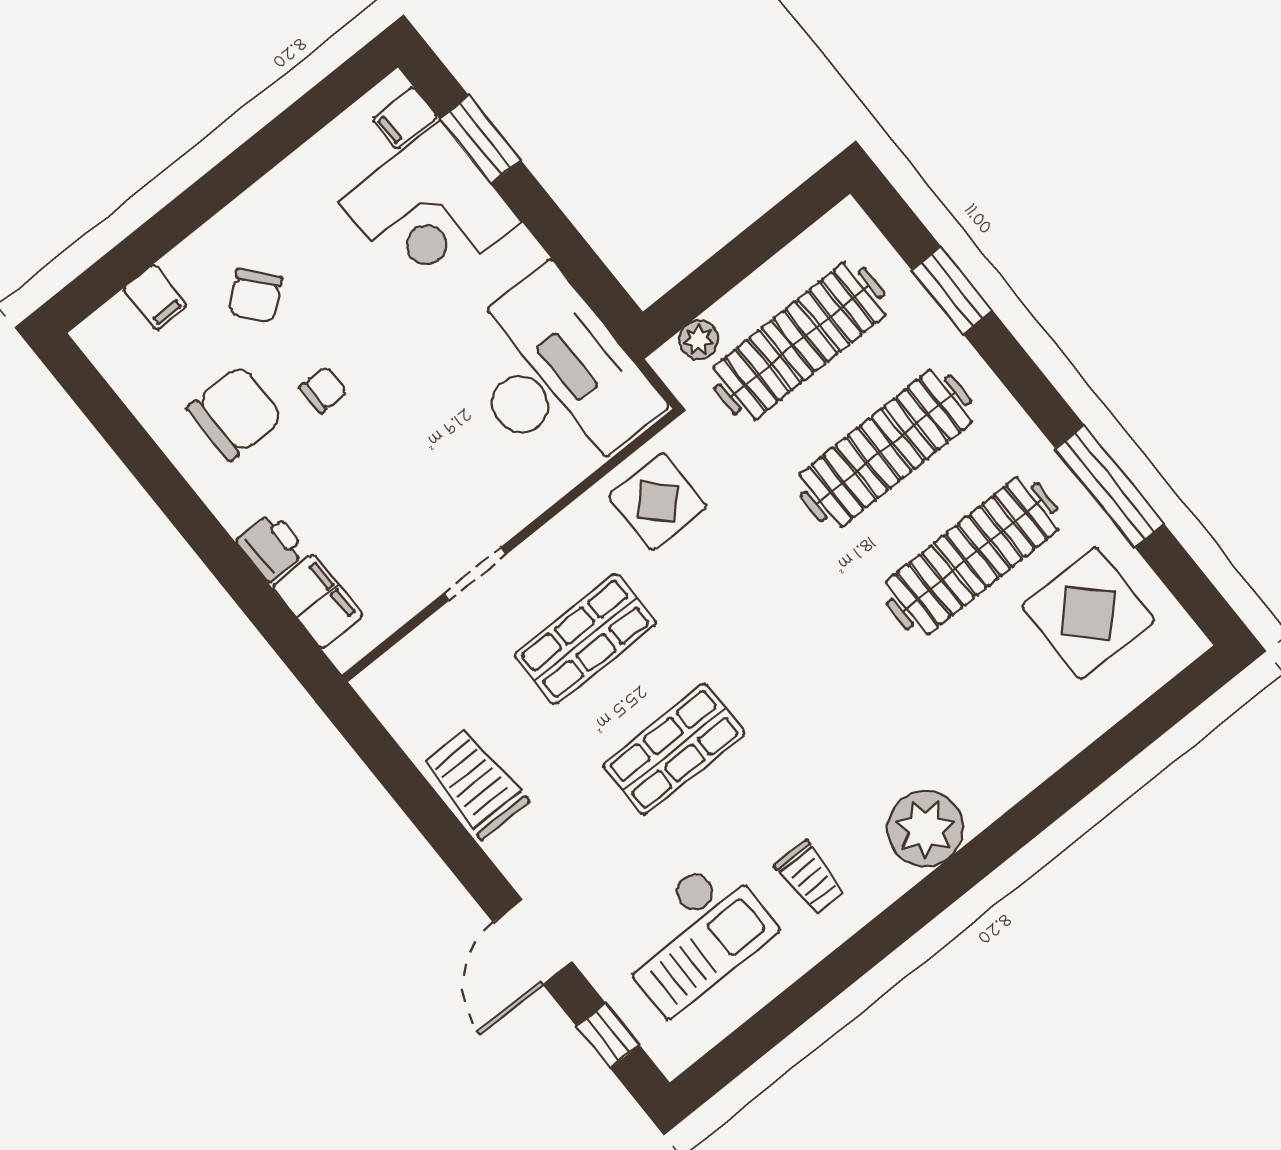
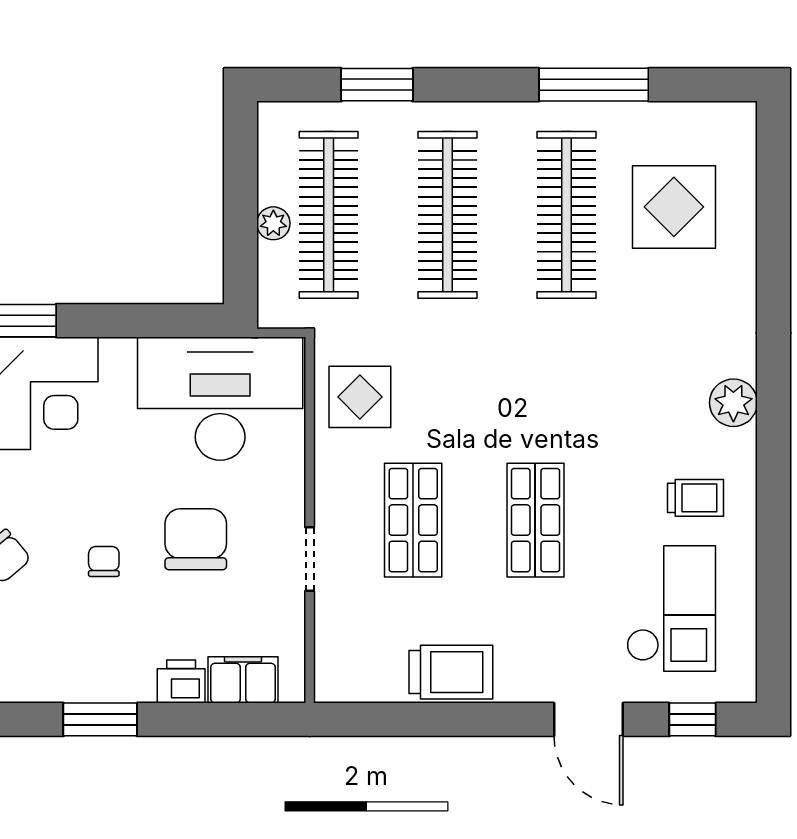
plant: (699, 340) -> (273, 223), moved
chair: (235, 413) -> (196, 539), moved
window: (178, 501) -> (100, 719), added
display table: (1088, 613) -> (674, 207), moved
trolley: (475, 783) -> (451, 672), turned 180
plant: (925, 829) -> (733, 403), width x0.73, depth x0.73

